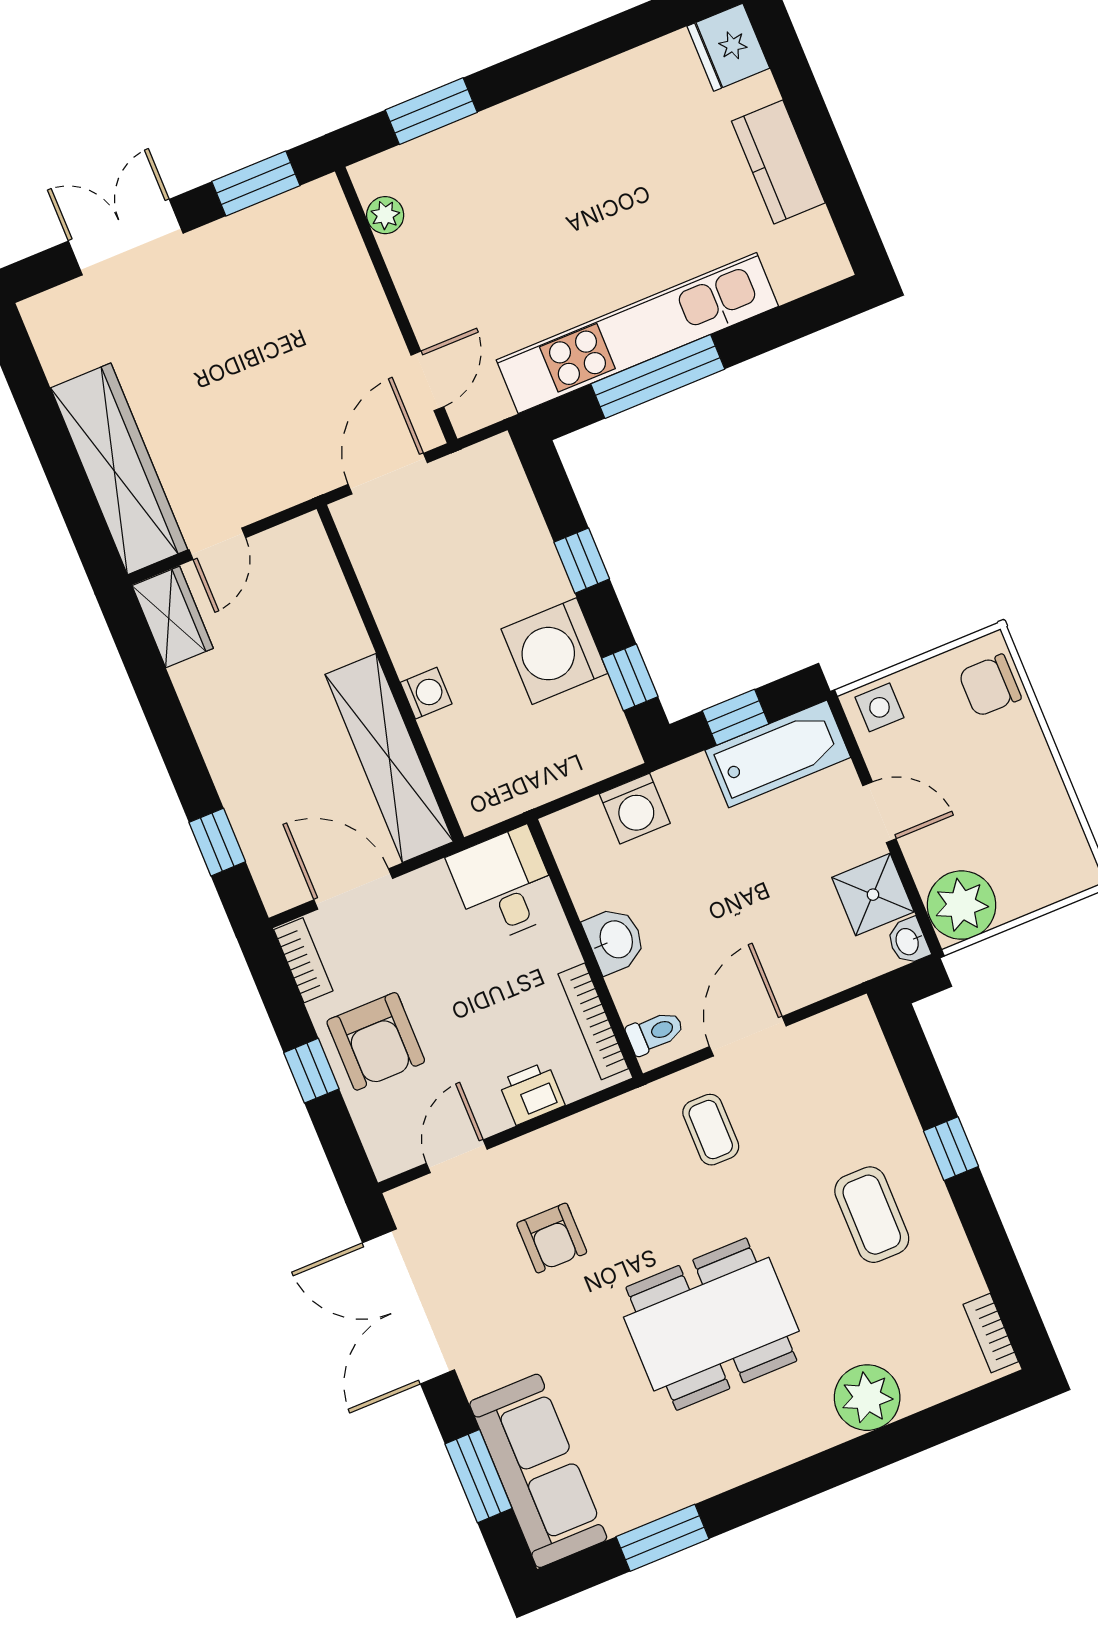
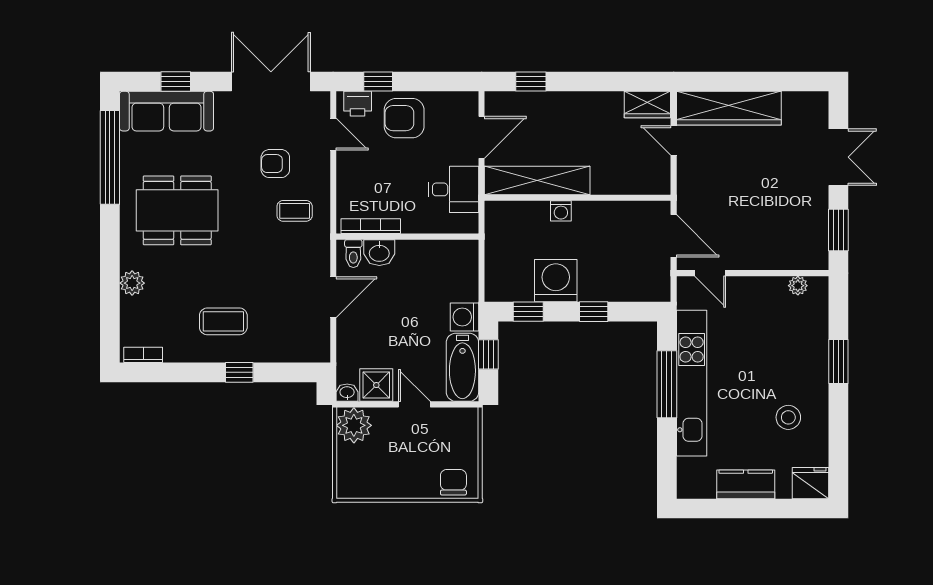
window: (431, 111) -> (838, 361), moved
stool: (627, 135) -> (788, 417), added
side table: (879, 707) -> (465, 425), removed
washing machine: (635, 809) -> (464, 317), moved
door: (879, 812) -> (414, 404), swing flipped
desk: (504, 885) -> (454, 189), moved
washbasin: (615, 940) -> (379, 253), moved
bookcase: (303, 960) -> (457, 99), removed
door: (748, 1036) -> (333, 297), hinge flipped
window: (311, 1071) -> (378, 81), moved
printer: (532, 1093) -> (358, 104), moved, turned 90
coffee table: (711, 1130) -> (295, 211), moved
dining table: (711, 1324) -> (177, 210), moved, turned 90
plant: (867, 1398) -> (132, 283), width x0.73, depth x0.73
window: (479, 1476) -> (176, 81), width x0.67
window: (662, 1538) -> (110, 157), width x2.11

